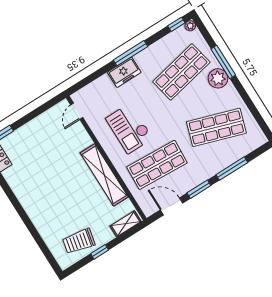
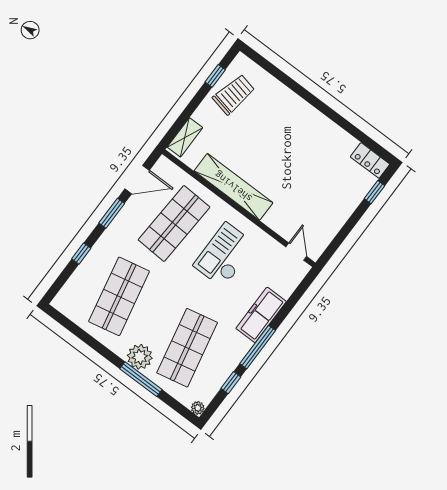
window: (176, 24) -> (231, 383), moved
freezer: (124, 72) -> (261, 315), width x1.40
shop shelf: (216, 127) -> (119, 296), turned -30
checkout: (129, 128) -> (225, 255), turned -90
window: (232, 169) -> (81, 254), width x0.46
window: (100, 252) -> (215, 76), moved

